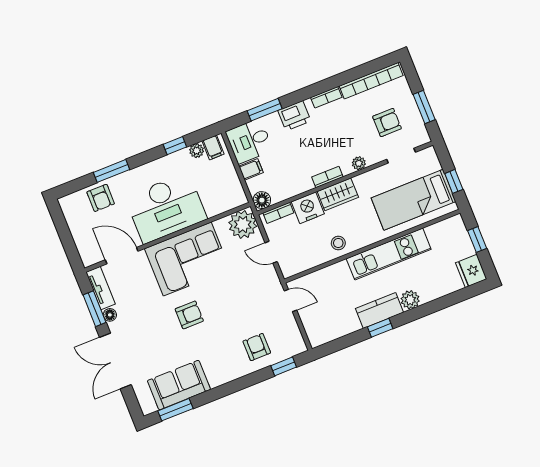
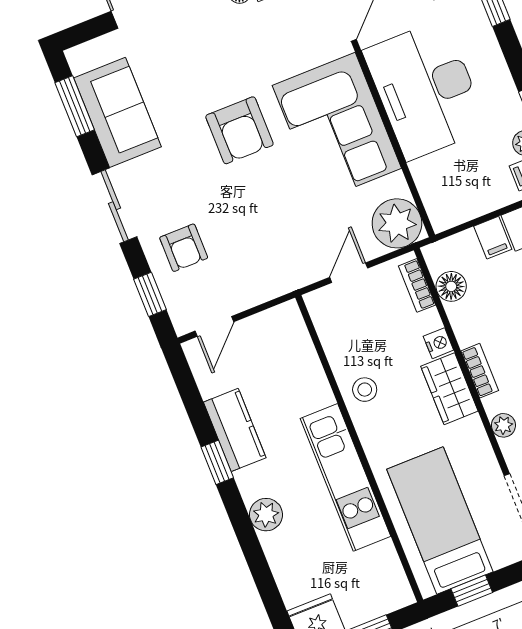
floor lamp: (262, 200) -> (451, 286), moved
nightstand: (308, 208) -> (438, 343), width x0.53, depth x0.56
door: (290, 301) -> (214, 326), moved
kitchen counter: (379, 311) -> (235, 430), moved
armchair: (189, 315) -> (239, 130), width x1.38, depth x1.38
armchair: (257, 347) -> (184, 248), turned 90
sliding door: (233, 387) -> (115, 206), added

